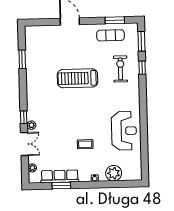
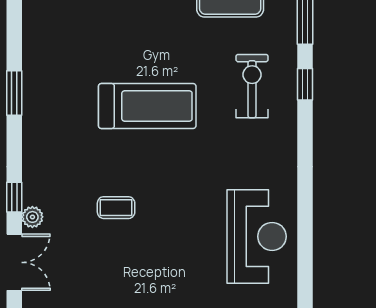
window: (22, 59) -> (14, 93), moved
treadmill: (77, 78) -> (147, 106), turned 180
coffee table: (85, 144) -> (116, 208), moved

